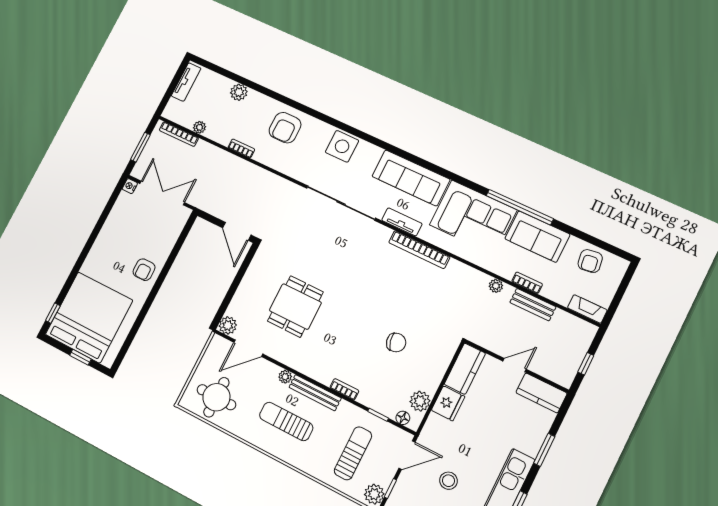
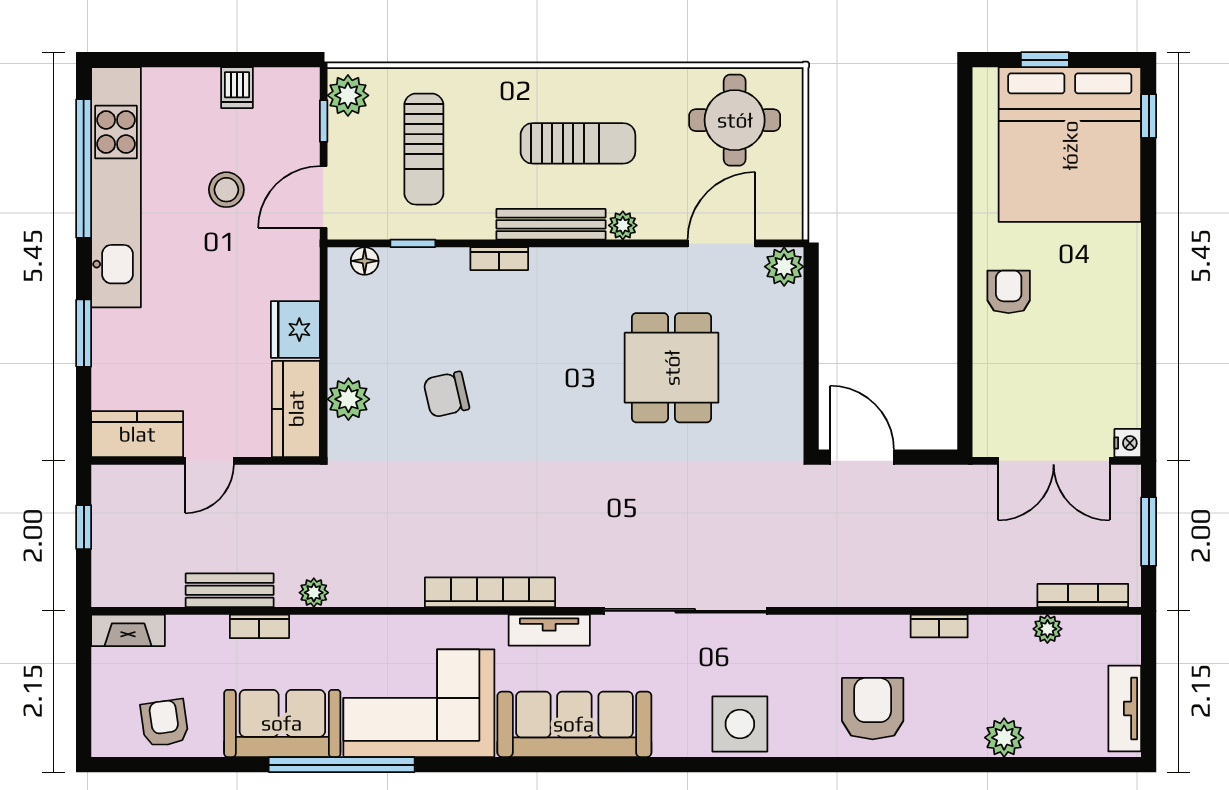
plant: (420, 401) -> (348, 399), moved

